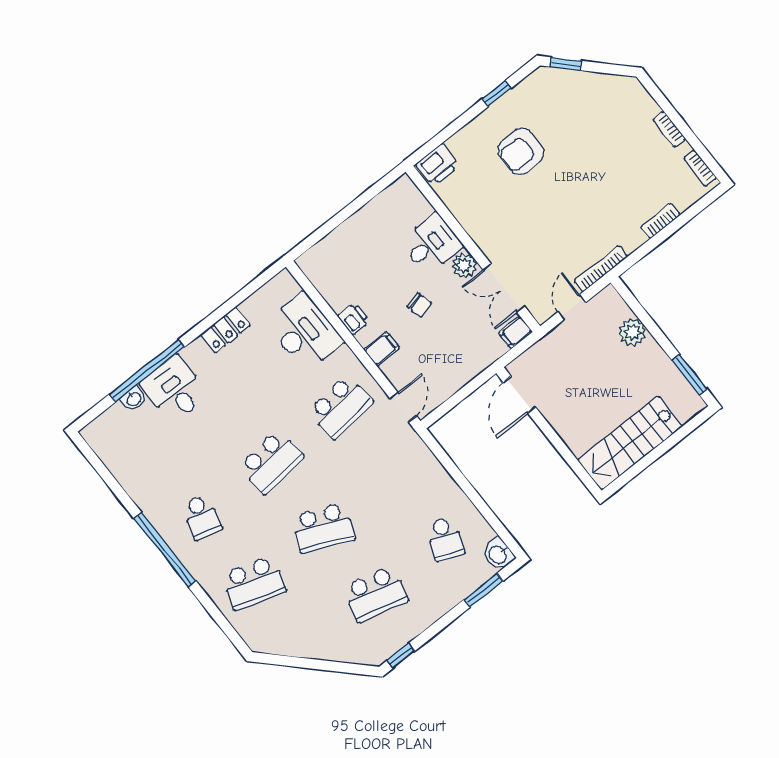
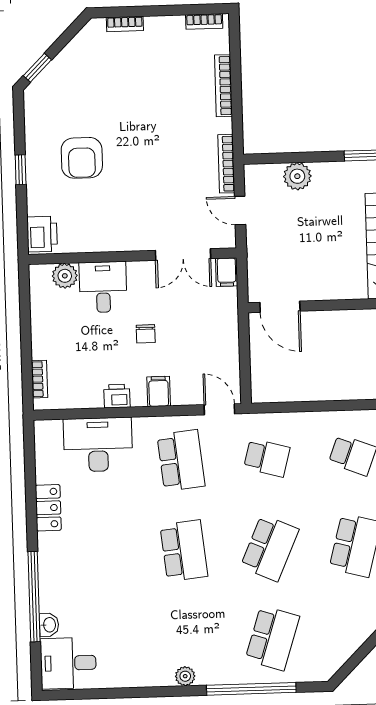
window: (497, 94) -> (21, 170), moved
bookcase: (669, 129) -> (125, 24), moved
bookcase: (661, 221) -> (223, 86), width x1.56
bookcase: (322, 248) -> (39, 379), added
plant: (464, 265) -> (65, 276), moved
chair: (420, 305) -> (146, 334), turned 104
desk: (175, 389) -> (68, 663), moved
school desk: (202, 517) -> (267, 458), moved
plant: (173, 536) -> (185, 676), added
window: (165, 550) -> (251, 689), moved

